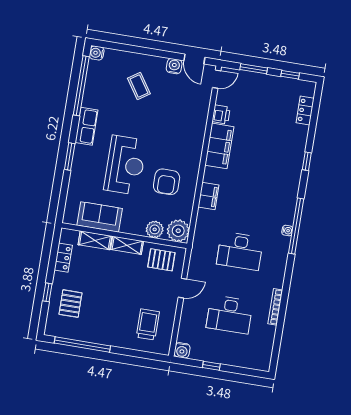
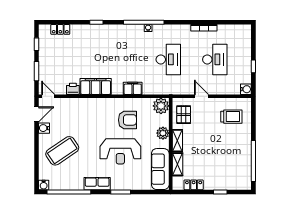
coffee table: (139, 86) -> (62, 151), width x1.86, depth x1.72
reception desk: (125, 165) -> (120, 151), turned 180
sofa: (100, 217) -> (160, 169), width x1.36
plant: (155, 229) -> (163, 133), moved
pallet: (70, 304) -> (226, 174), removed
trolley: (148, 324) -> (231, 117), turned 180

